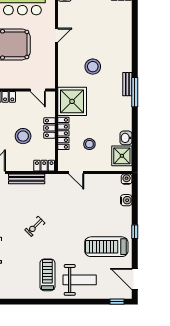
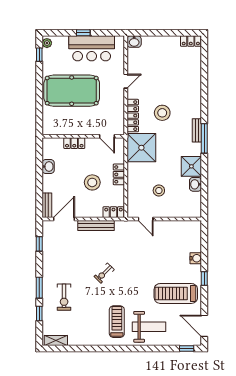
locker: (63, 133) -> (133, 116), moved
shower: (122, 156) -> (191, 166), moved
water cooler: (127, 179) -> (196, 226), removed
water cooler: (126, 200) -> (196, 258), moved

